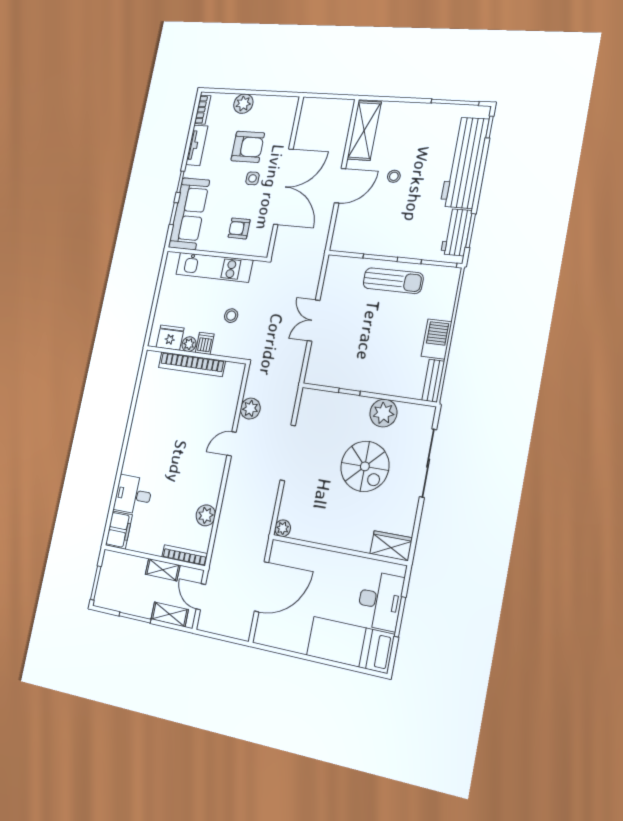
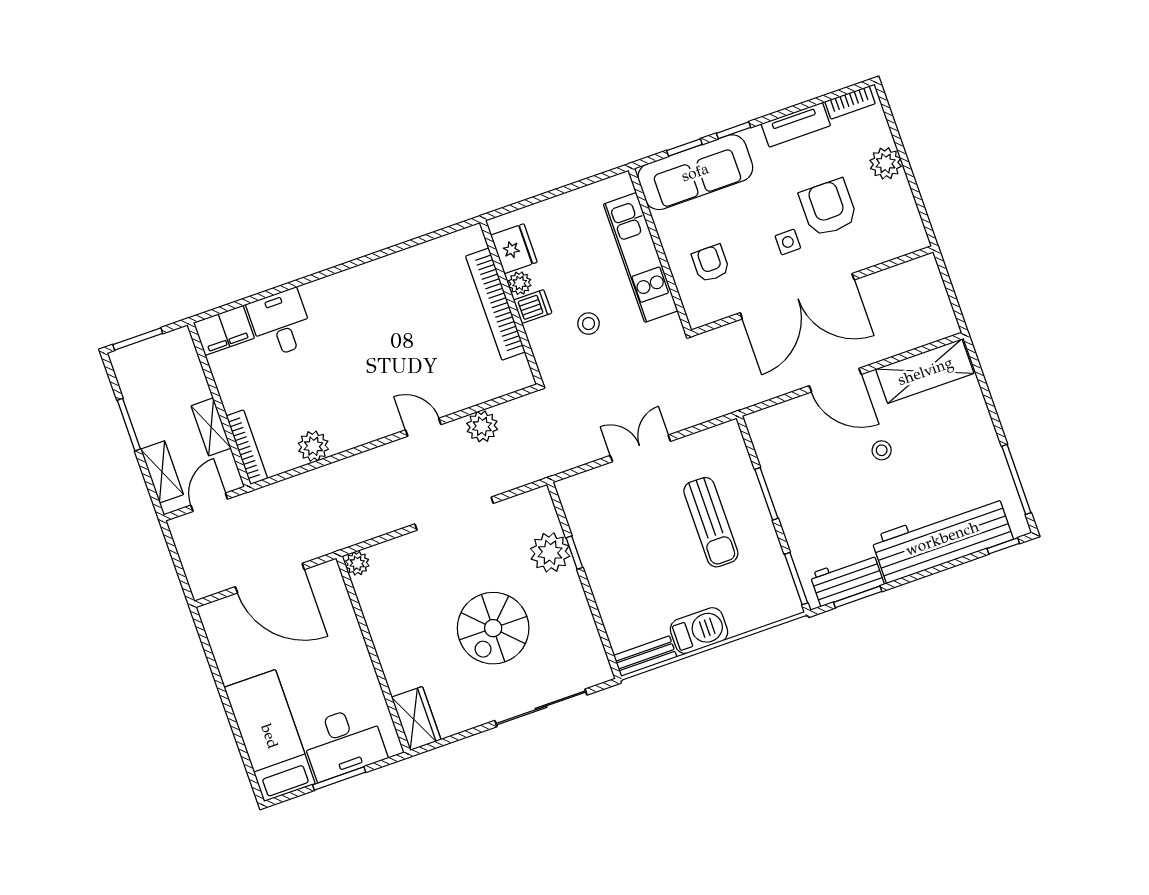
armchair: (248, 147) -> (828, 208), turned 180
sun lounger: (393, 281) -> (711, 522), moved
plant: (383, 413) -> (550, 552), moved

